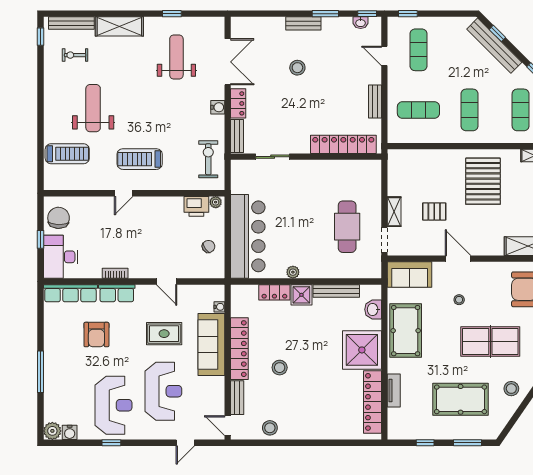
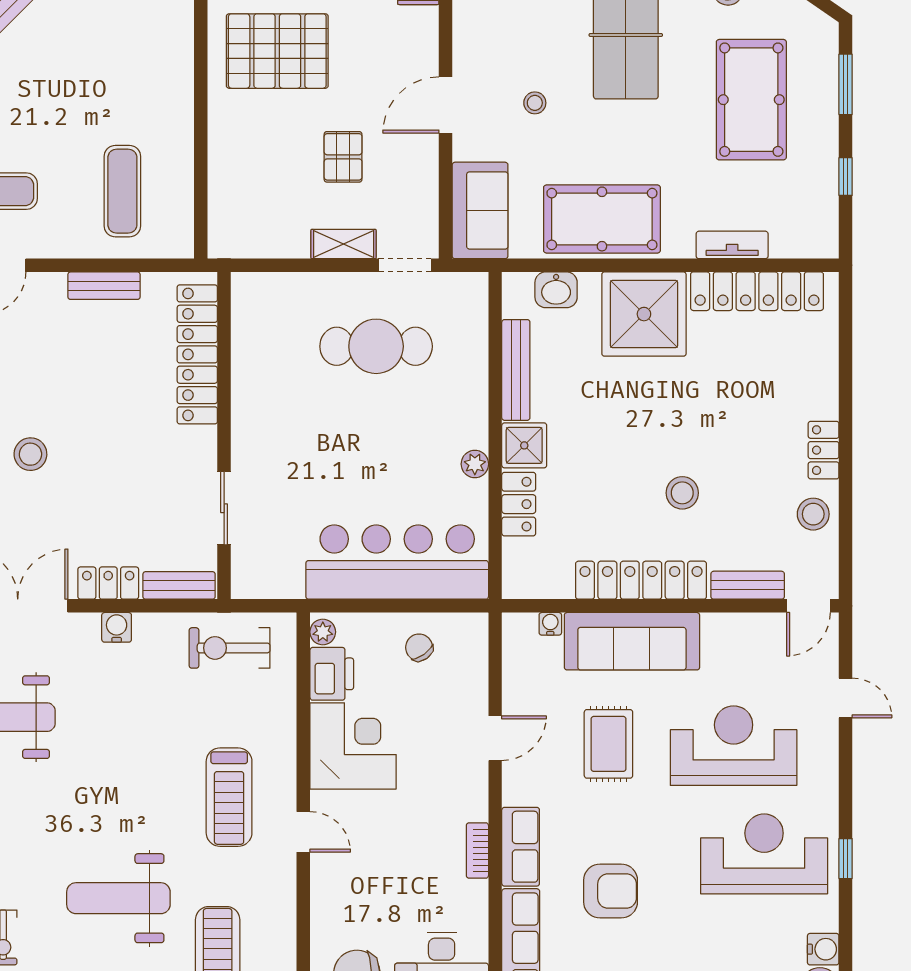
exercise mat: (470, 110) -> (122, 80), removed
corner desk: (163, 216) -> (353, 746), added
locker: (299, 433) -> (824, 450), added

